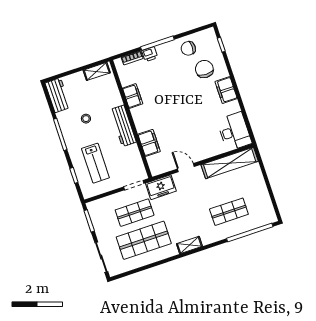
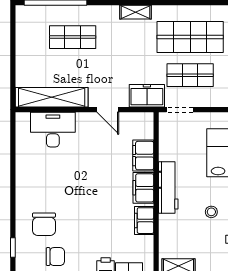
filing cabinet: (226, 90) -> (143, 188), moved, turned 180
desk: (234, 132) -> (53, 130), moved, turned 90

